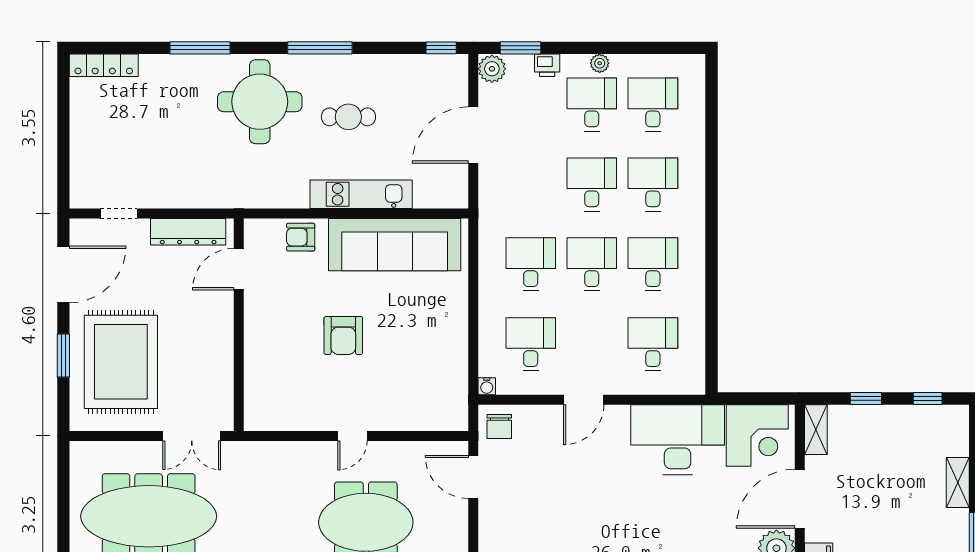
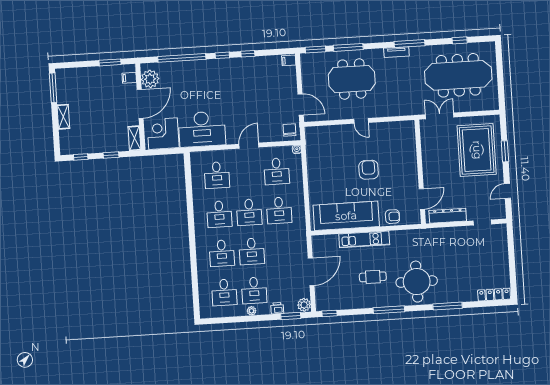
door: (63, 274) -> (507, 191), width x0.53
door: (352, 436) -> (361, 121), swing flipped

